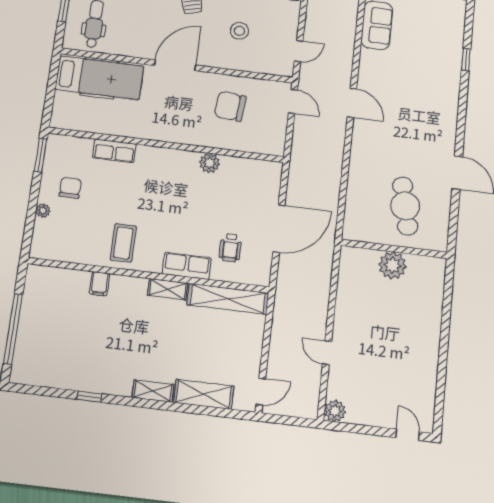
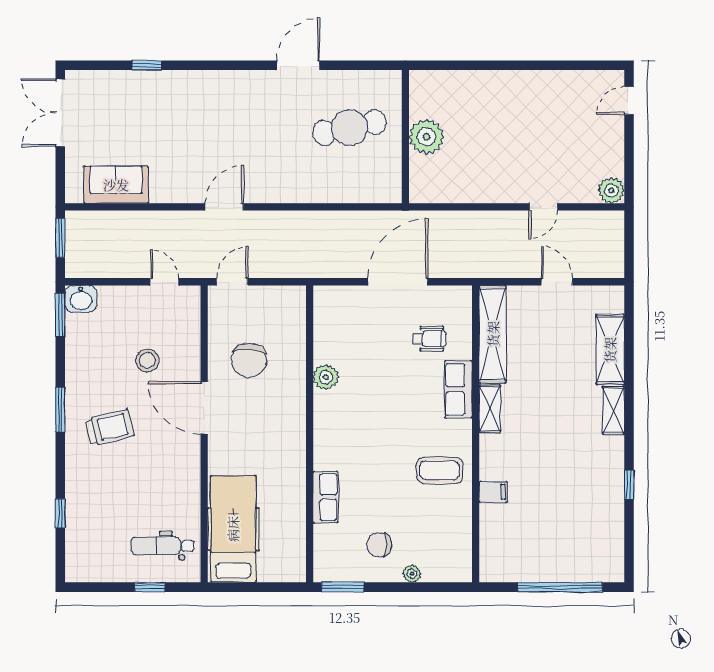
door: (175, 65) -> (204, 408), moved
door: (279, 229) -> (398, 282), hinge flipped
door: (261, 392) -> (557, 282), moved

